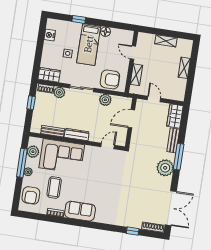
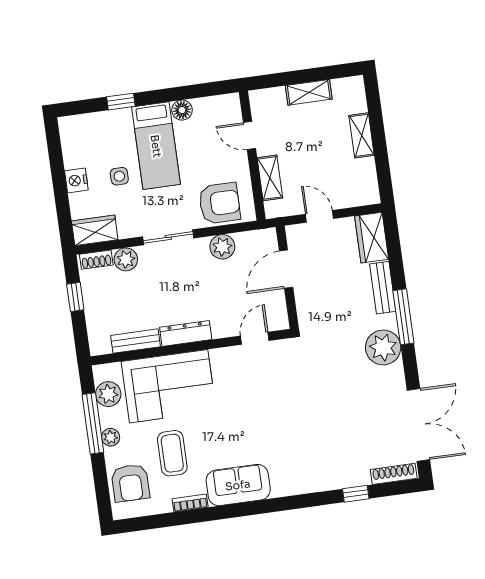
nightstand: (50, 35) -> (76, 180), moved

